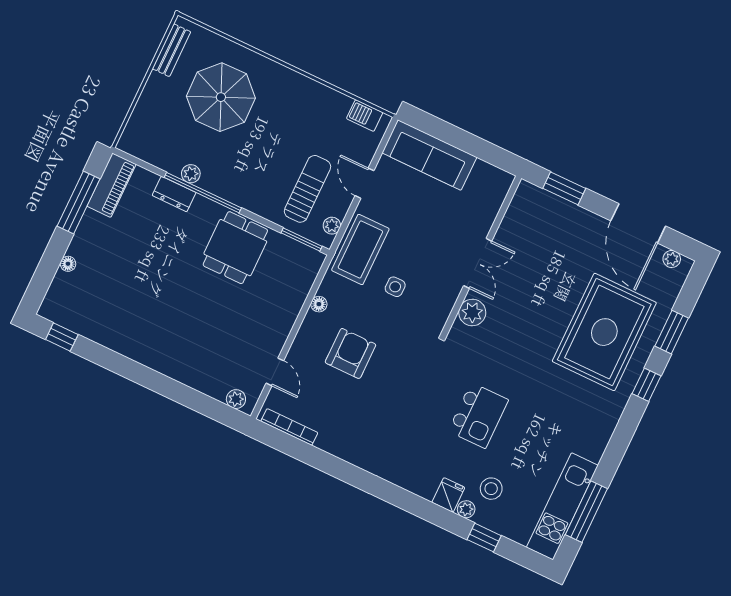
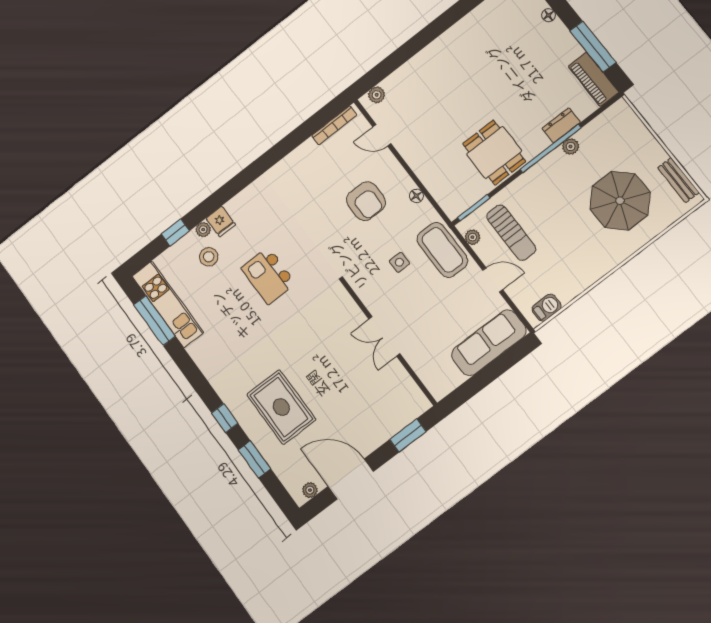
plant: (472, 312) -> (349, 312), removed
rug: (604, 332) -> (281, 407), width x0.73, depth x0.69

